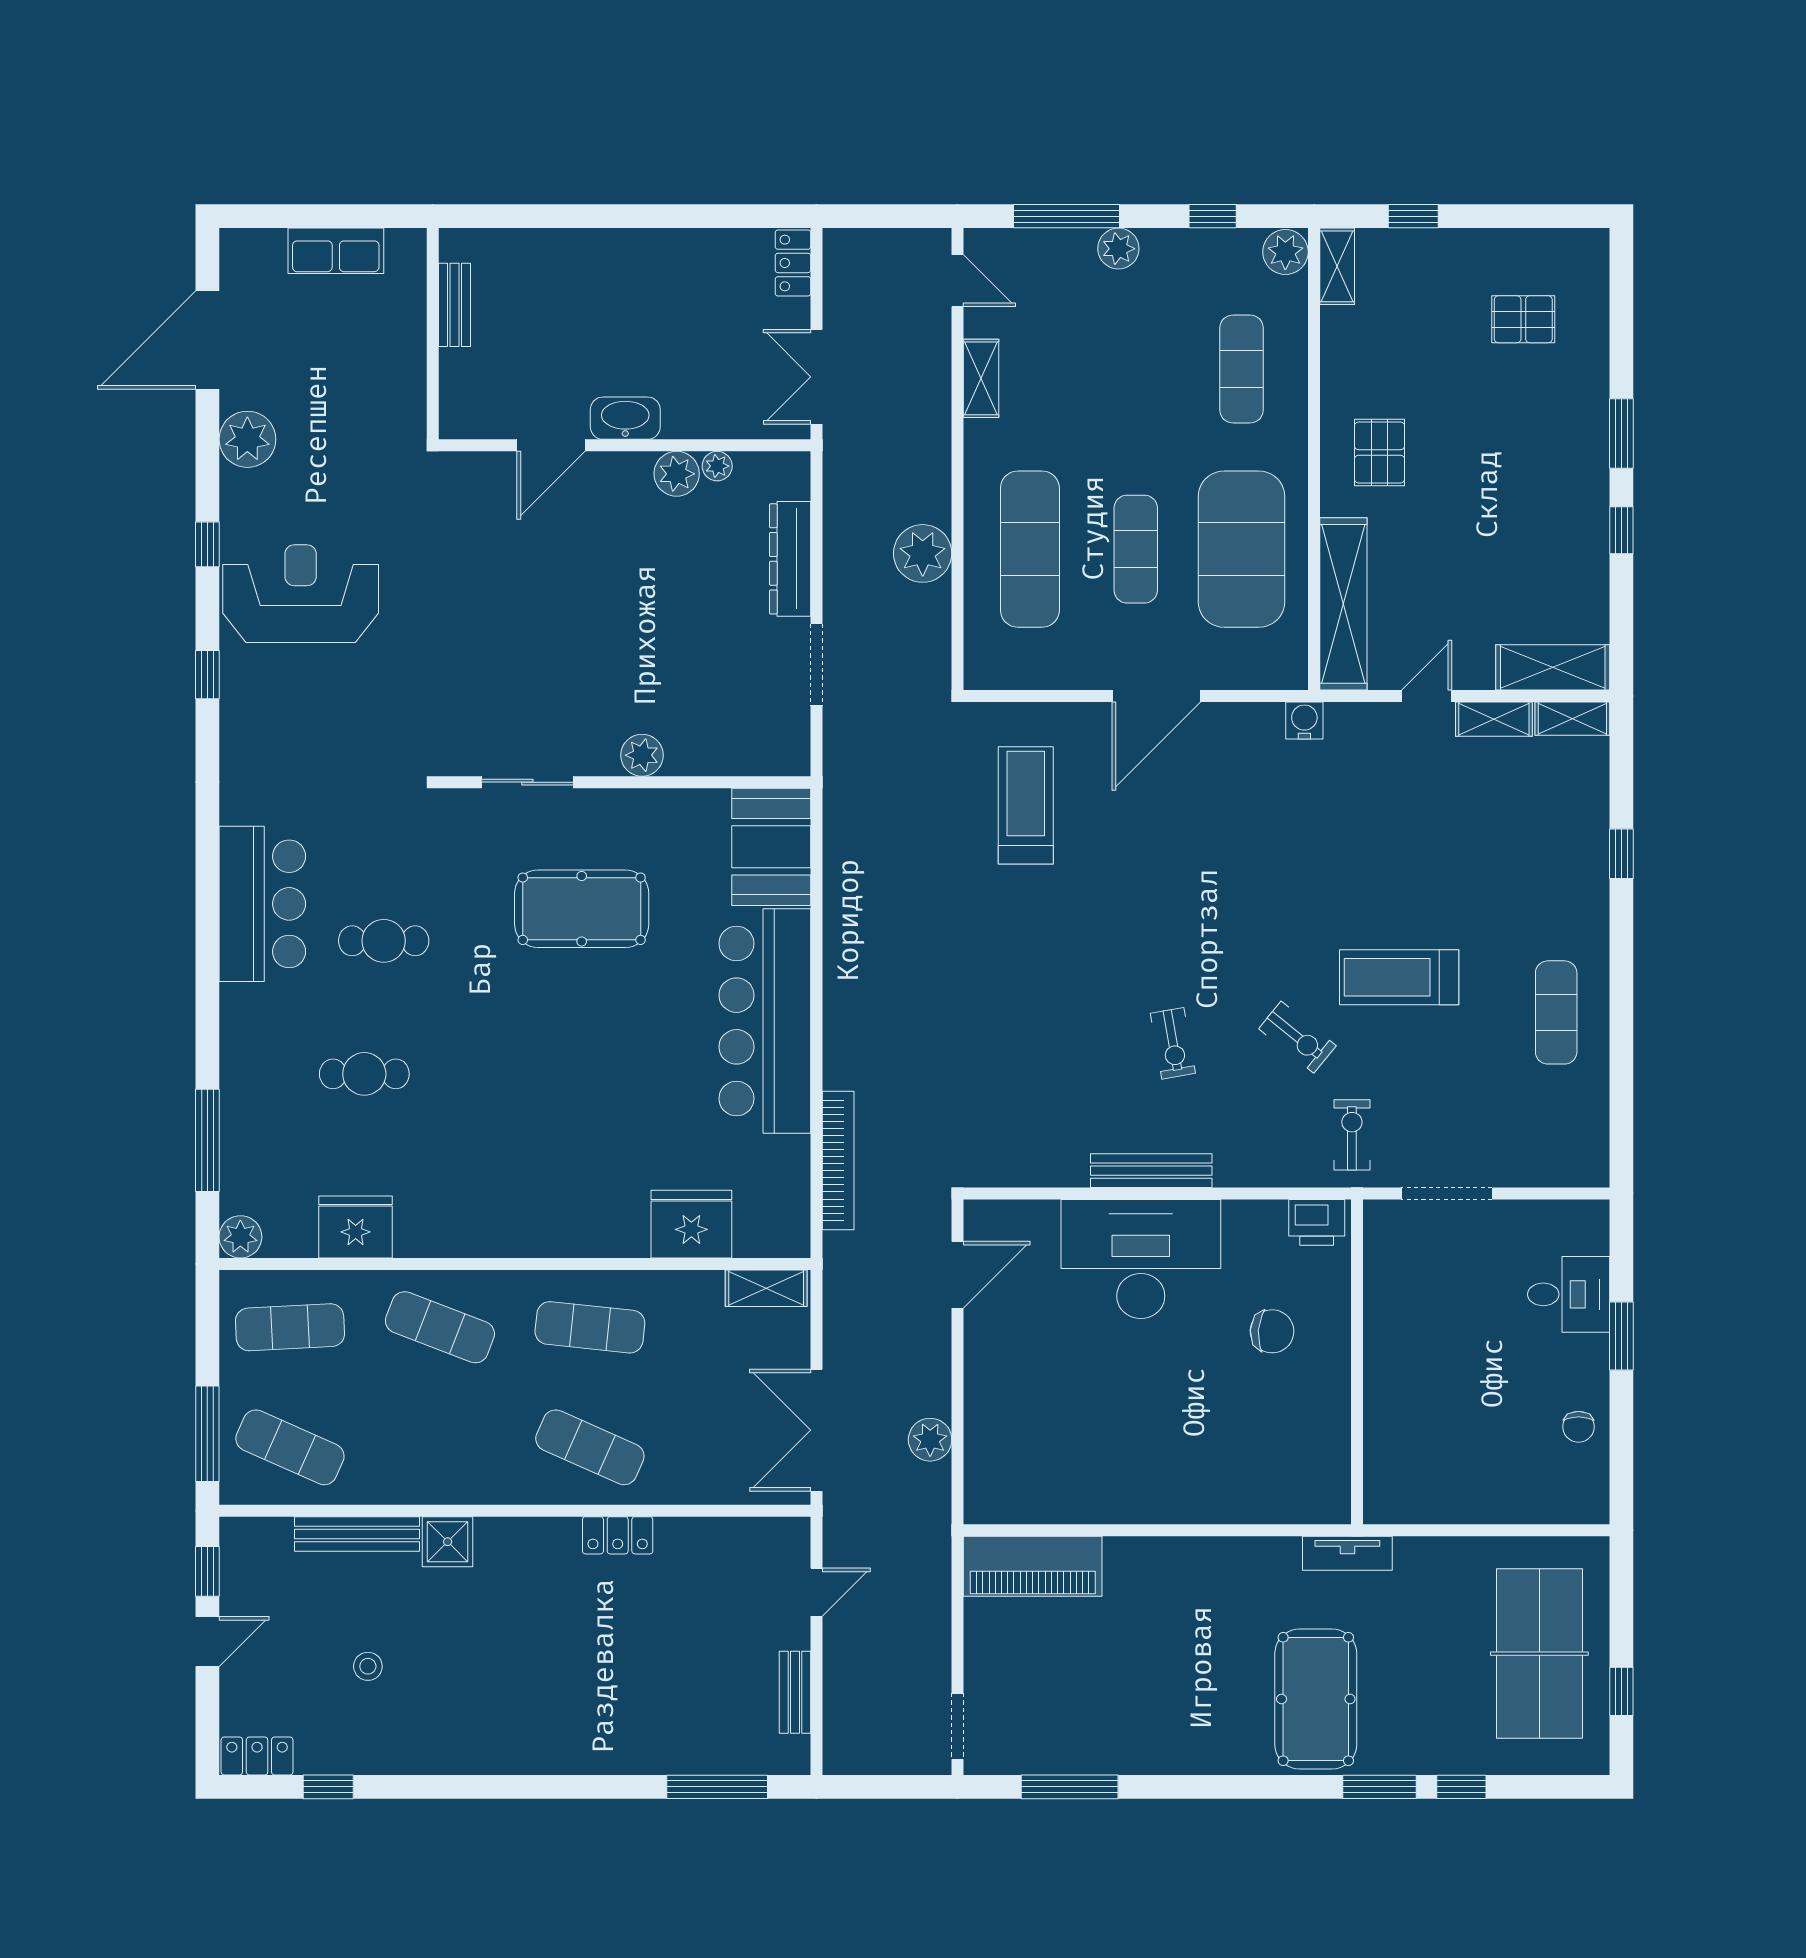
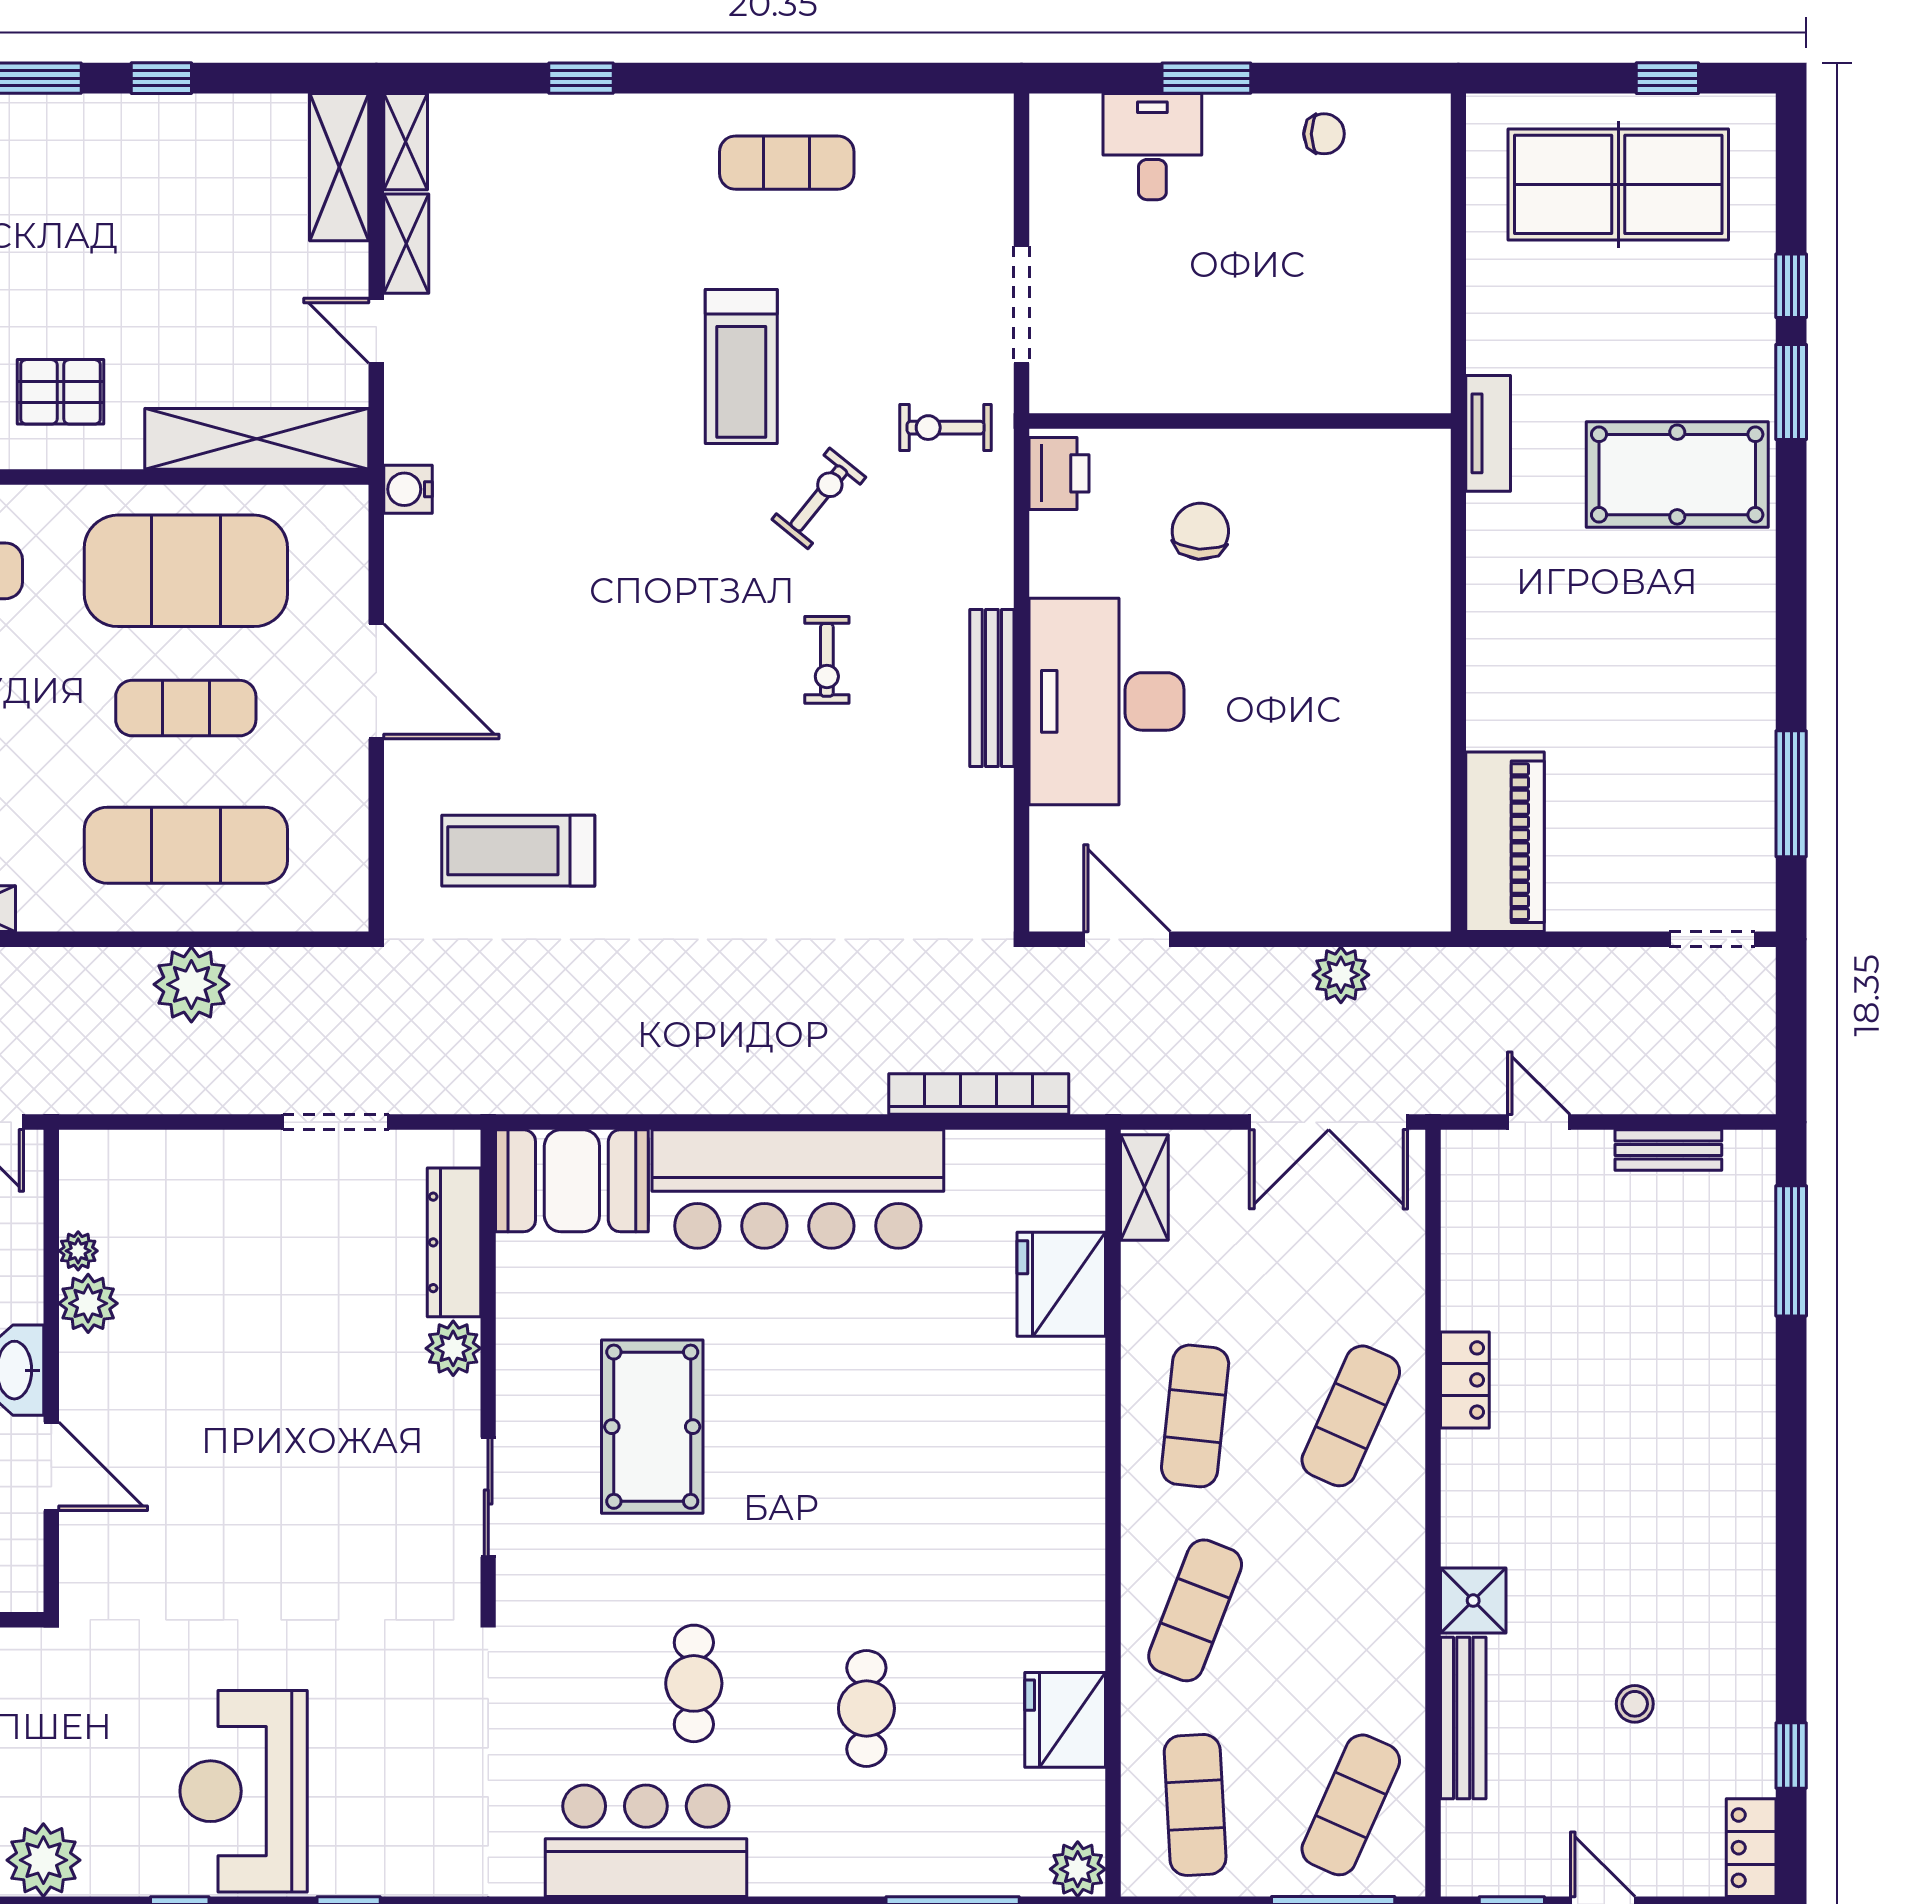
dresser: (790, 559) -> (454, 1242), moved, turned 90
exercise bike: (1173, 1043) -> (827, 660), turned 100

